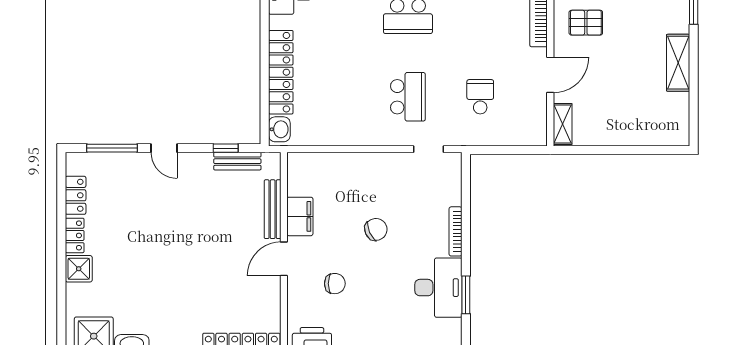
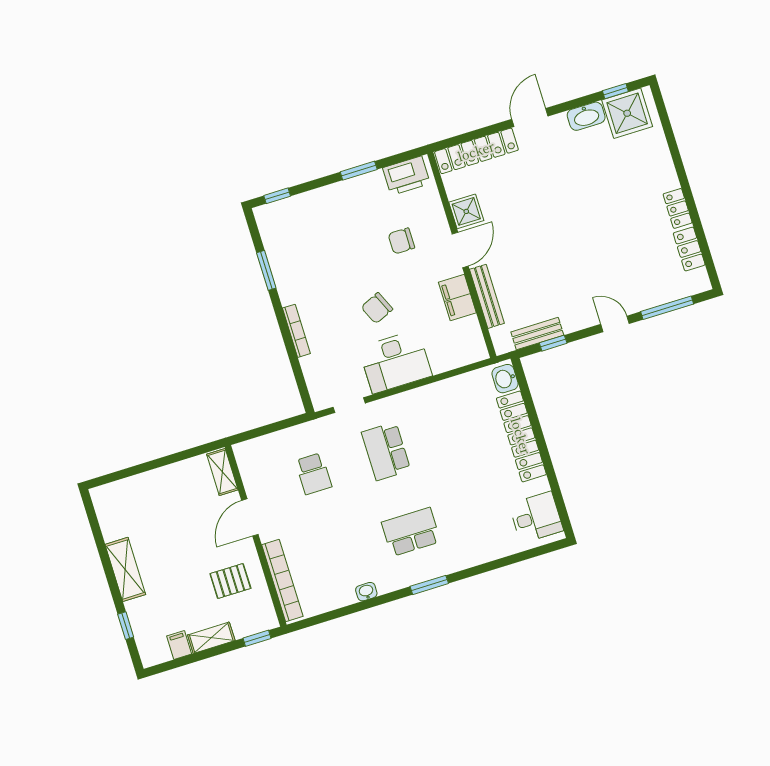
shower: (79, 269) -> (466, 211), moved
desk: (438, 288) -> (395, 362), moved, turned -90

